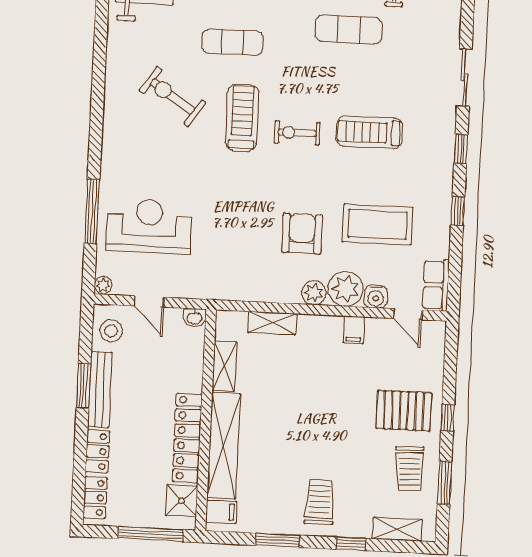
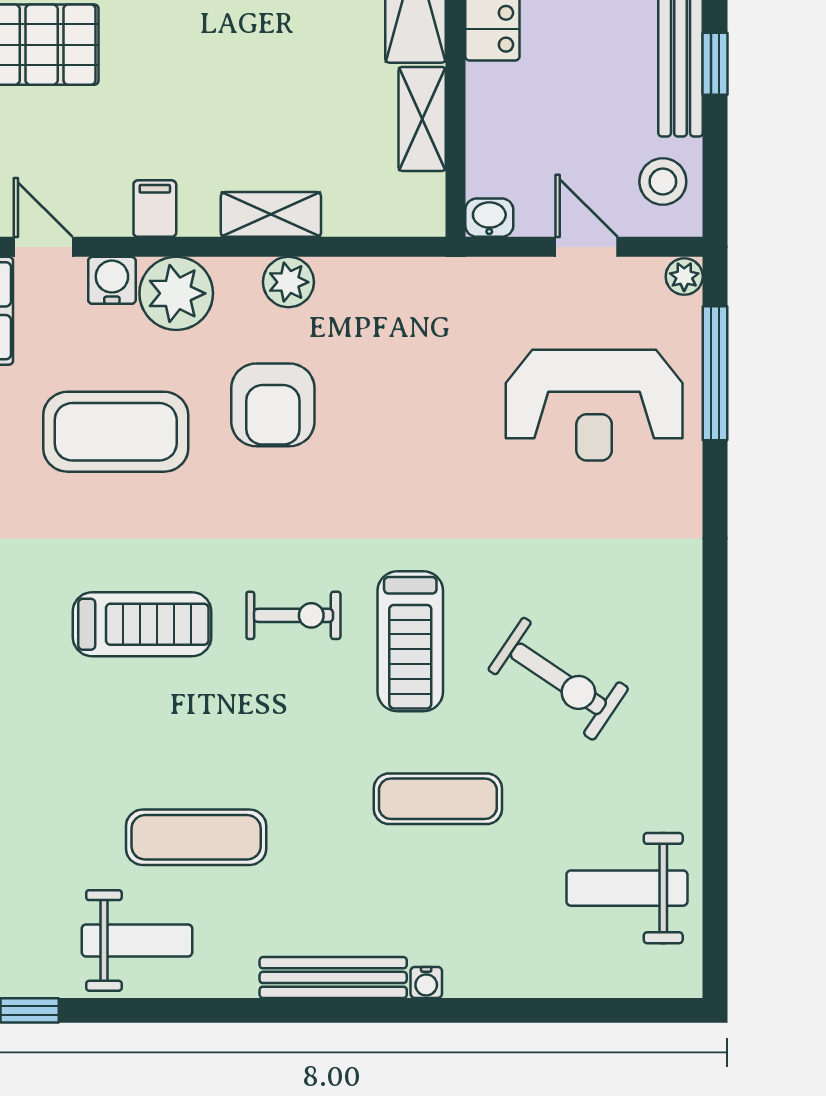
window: (92, 211) -> (715, 373), moved
plant: (314, 293) -> (288, 282), moved
shelving: (272, 323) -> (271, 214), moved
window: (84, 386) -> (715, 64), width x0.67

